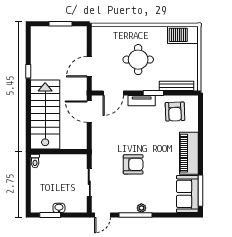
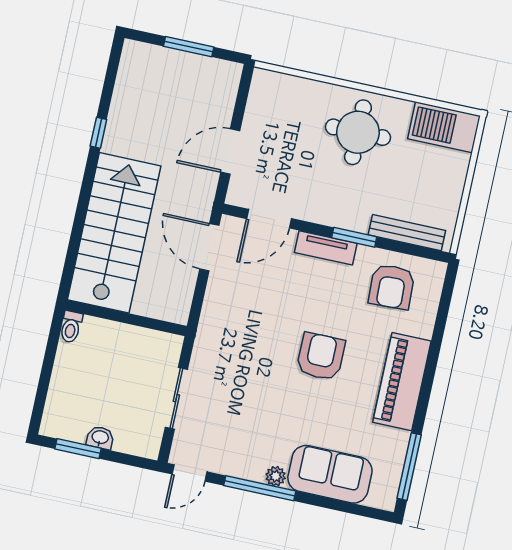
round table: (138, 60) -> (358, 132), moved
armchair: (133, 164) -> (321, 356), moved, turned -90
sofa: (187, 194) -> (330, 474), moved, turned 90

